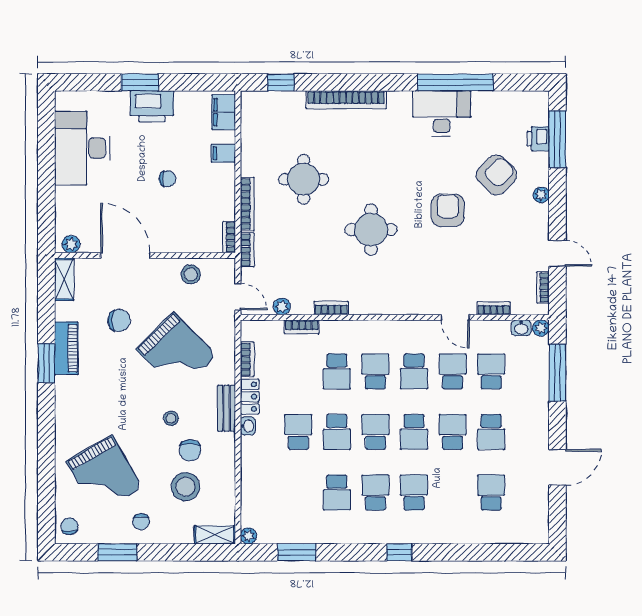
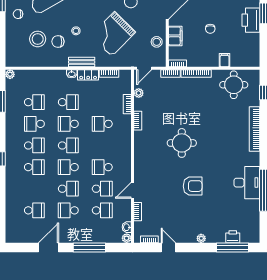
filing cabinet: (224, 112) -> (175, 36), moved, turned 90
armchair: (496, 175) -> (212, 213), removed
round table: (304, 179) -> (234, 85), moved
door: (557, 253) -> (168, 247), swing flipped
school desk: (375, 371) -> (34, 102), moved
window: (557, 373) -> (89, 247), moved
door: (557, 467) -> (48, 247), swing flipped
shelving: (215, 535) -> (11, 55), removed

